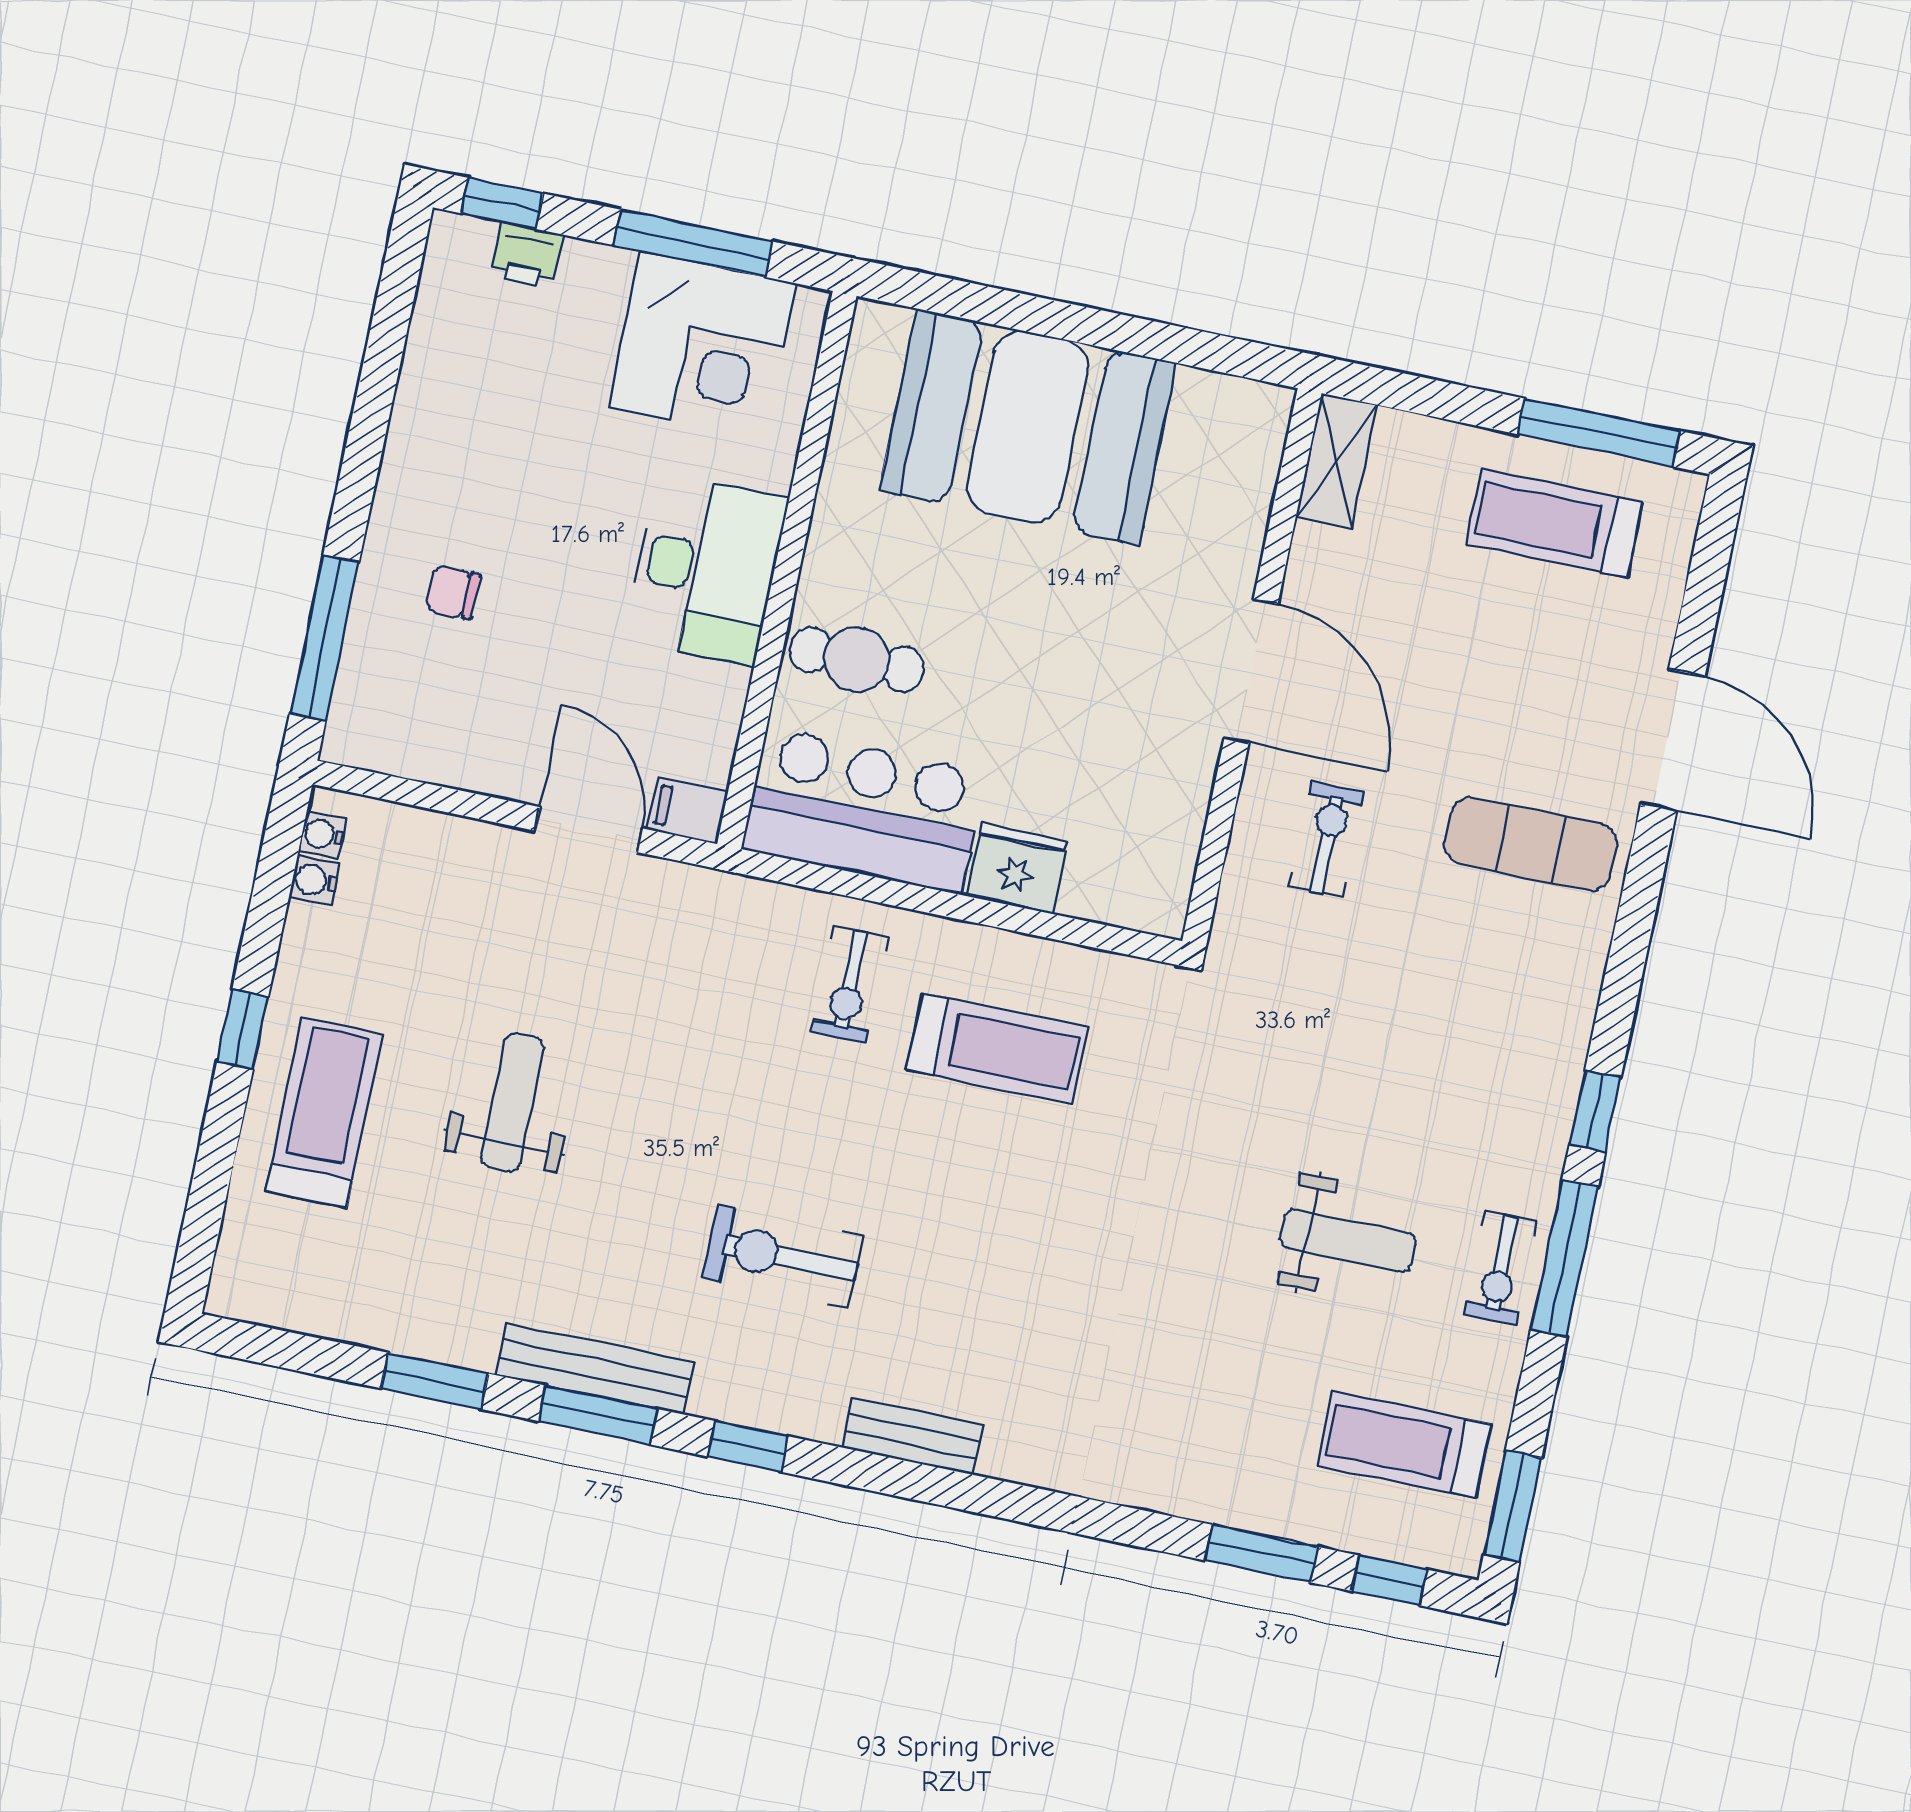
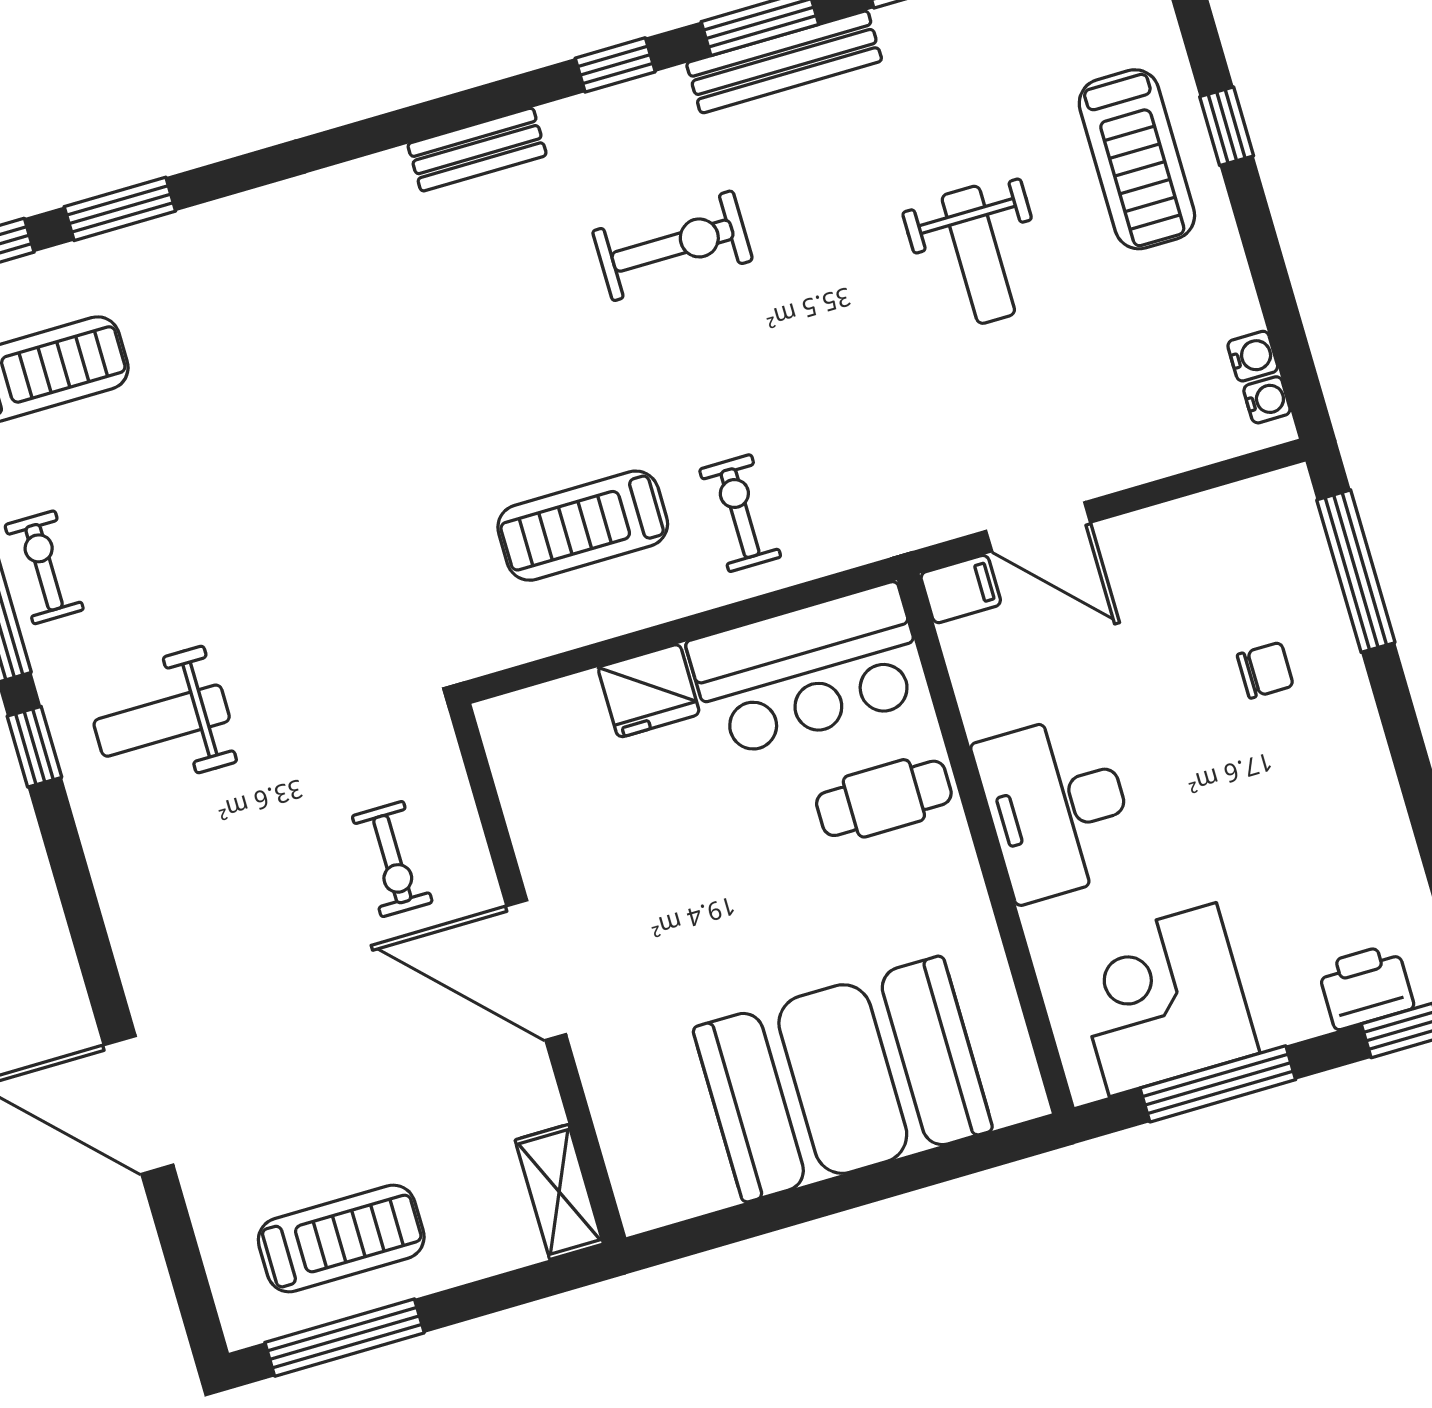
printer: (526, 256) -> (1366, 987), width x1.36, depth x1.24
exercise mat: (1531, 844) -> (214, 949), removed
window: (243, 1029) -> (1227, 126), moved
weight bench: (1348, 1240) -> (162, 721), moved

